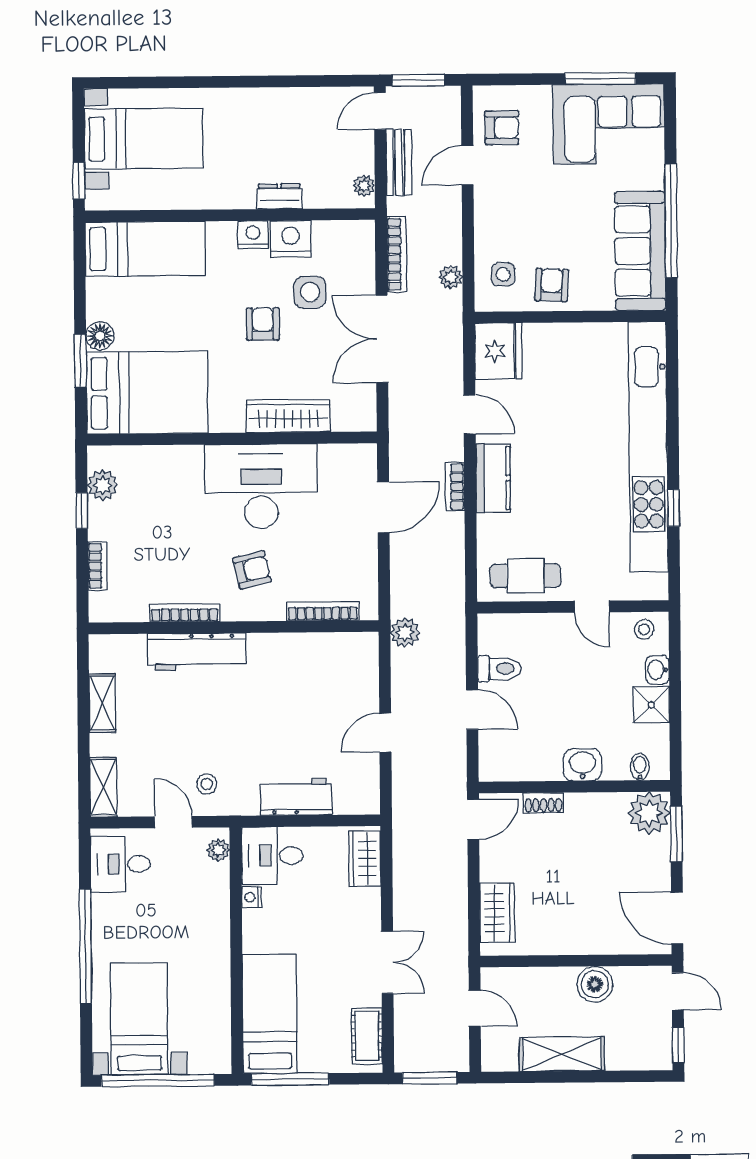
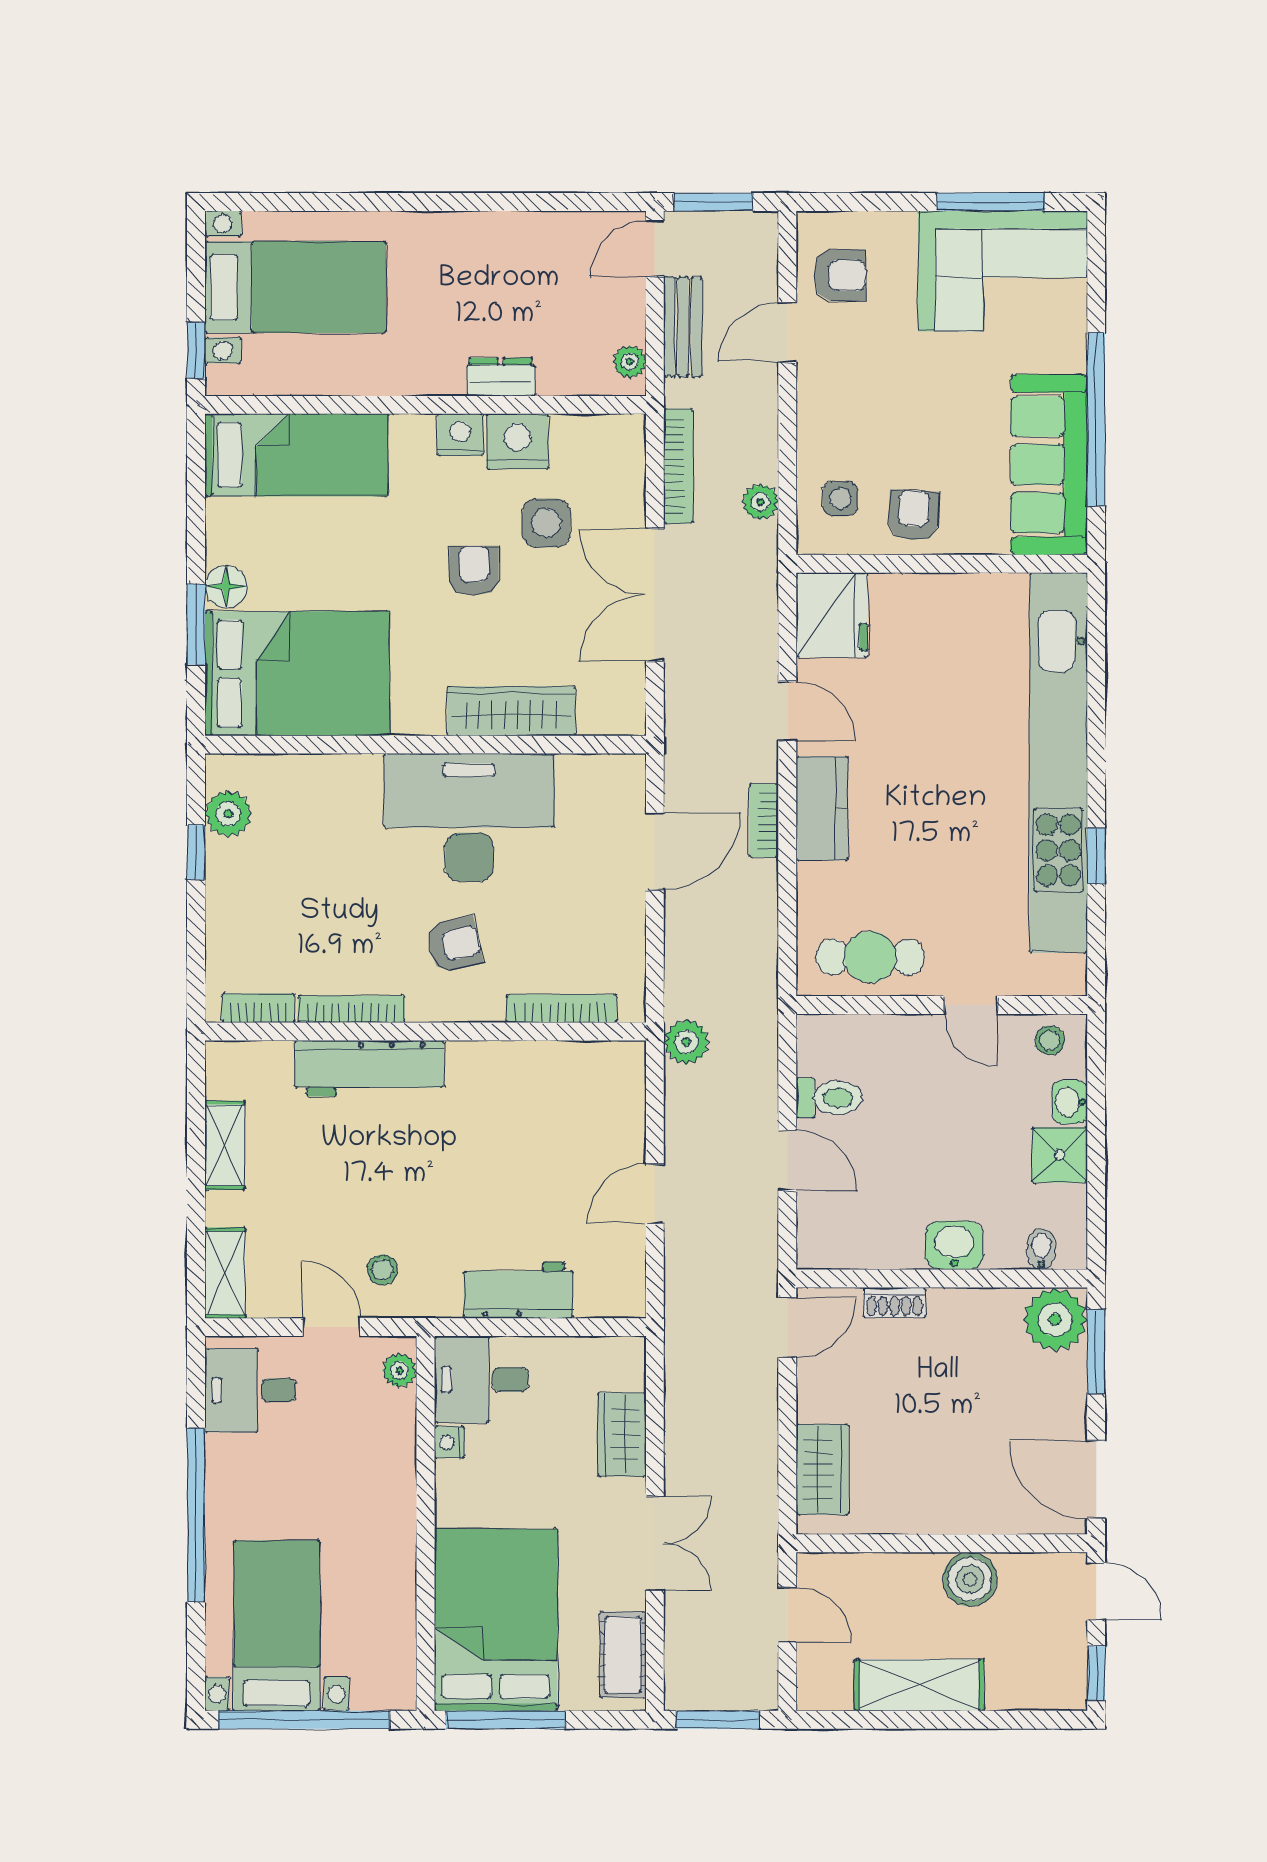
bookcase: (97, 566) -> (258, 1008), moved, turned -90
wardrobe: (365, 858) -> (622, 1434), moved
bed: (270, 1014) -> (496, 1620), width x1.50

